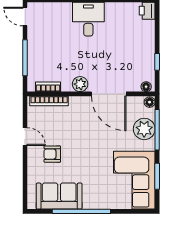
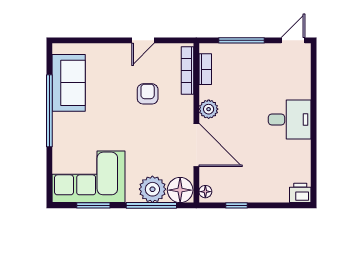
door: (109, 94) -> (196, 145), swing flipped
floor lamp: (150, 102) -> (180, 190), width x1.89, depth x1.89
armchair: (52, 154) -> (148, 94), moved

